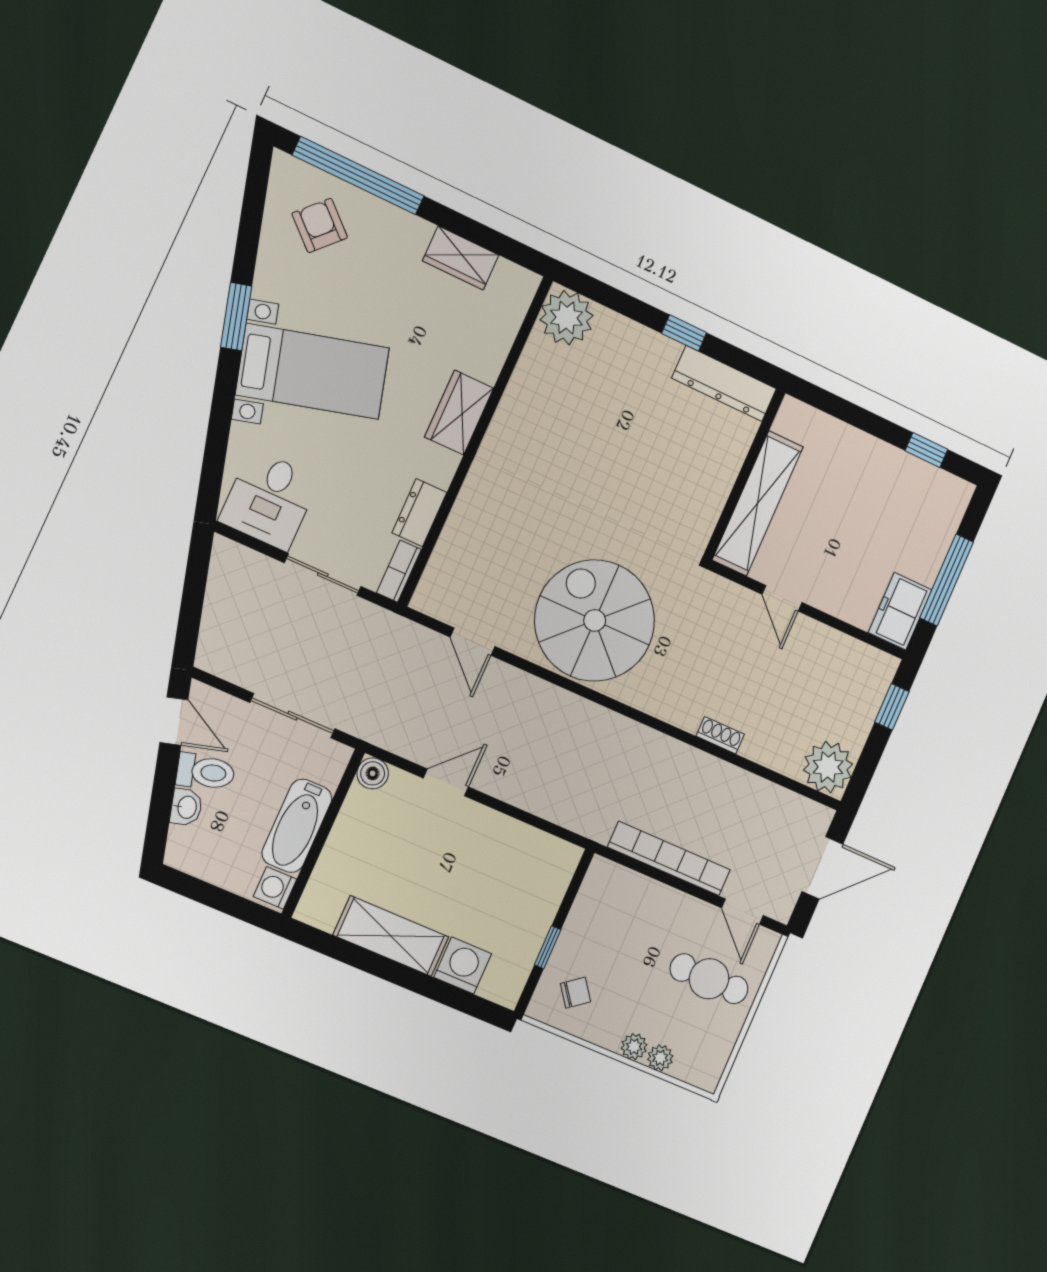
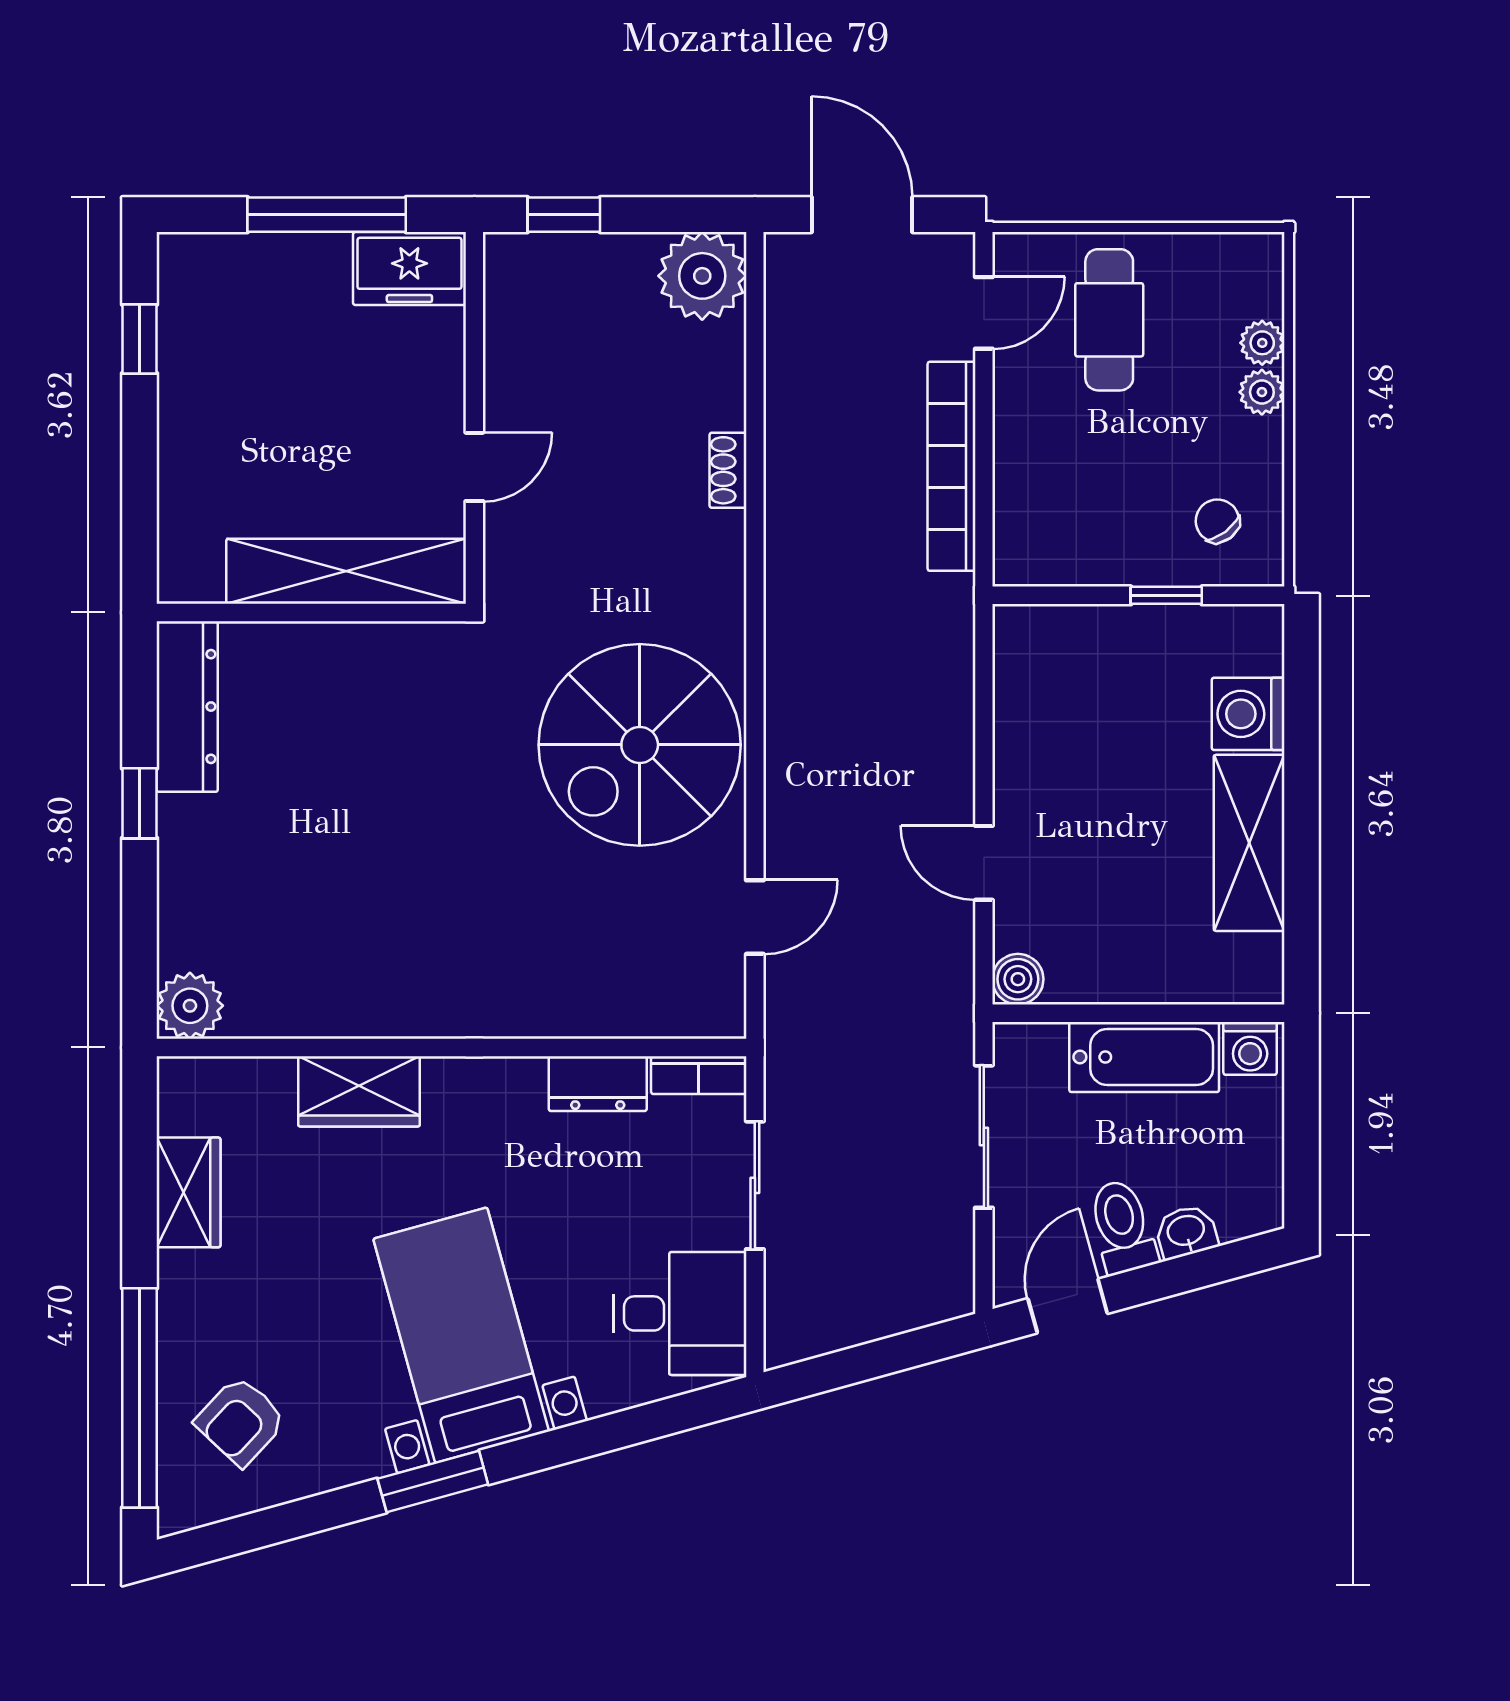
plant: (566, 318) -> (190, 1006), width x0.73, depth x0.73
wardrobe: (459, 413) -> (359, 1091), moved

